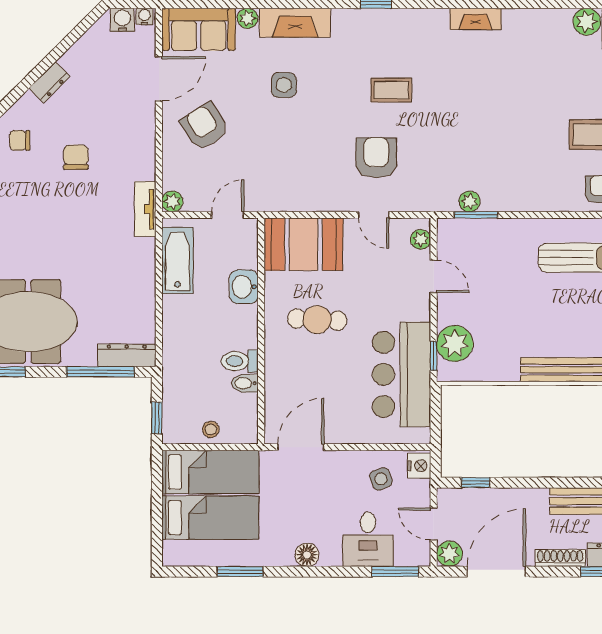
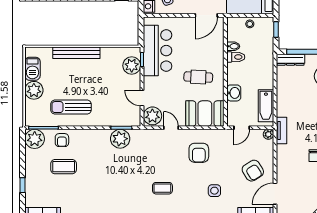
armchair: (376, 158) -> (199, 153), moved
plant: (469, 201) -> (120, 139), width x1.87, depth x1.87
plant: (421, 239) -> (152, 116), width x1.88, depth x1.88

